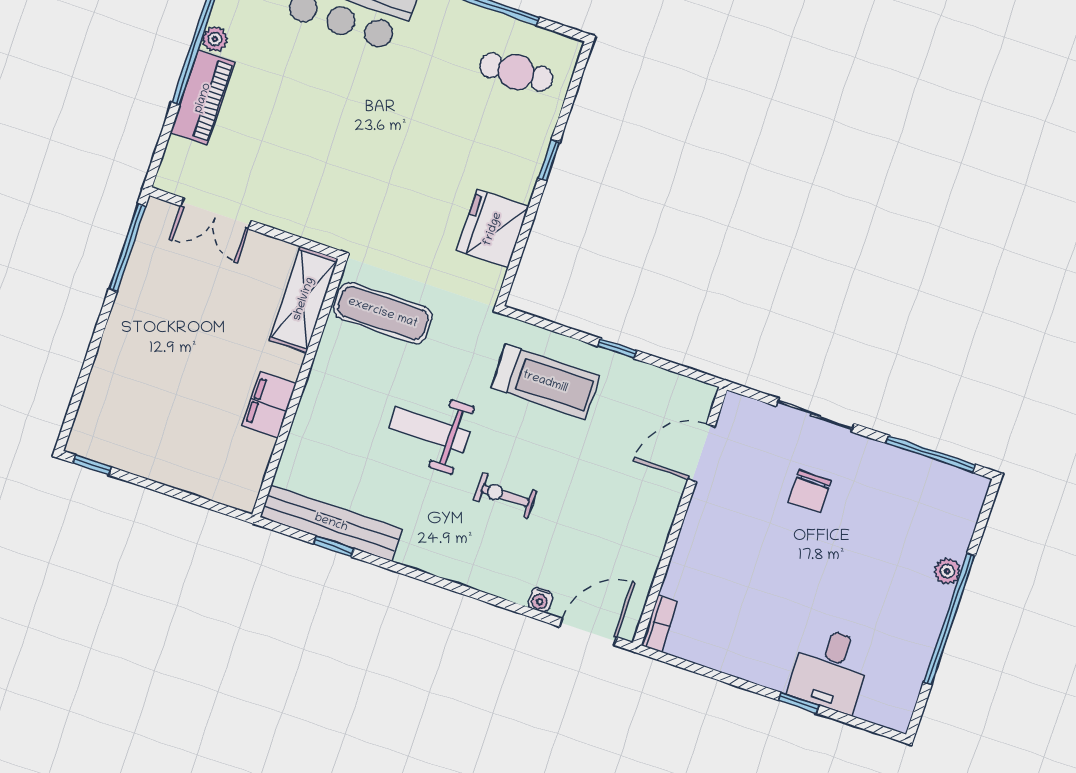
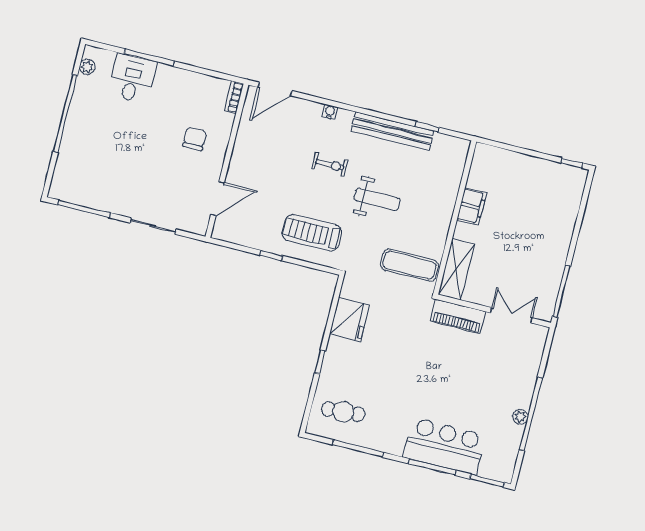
piano: (203, 98) -> (458, 316), moved, turned -90
chair: (810, 491) -> (195, 139), moved
bench: (331, 523) -> (392, 131), moved
plant: (947, 571) -> (87, 67), moved
water cooler: (540, 600) -> (330, 112), moved
window: (799, 703) -> (149, 58), width x2.17

